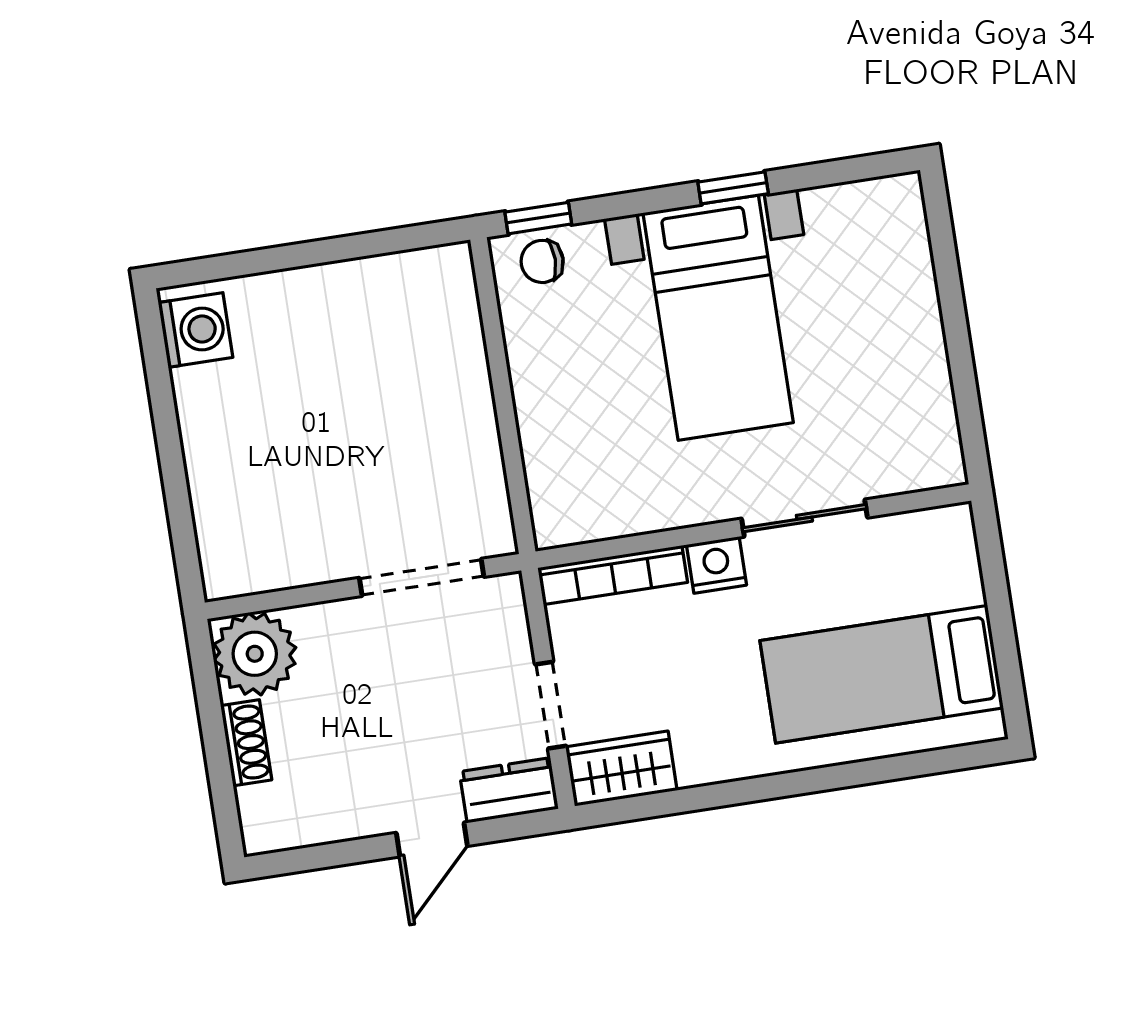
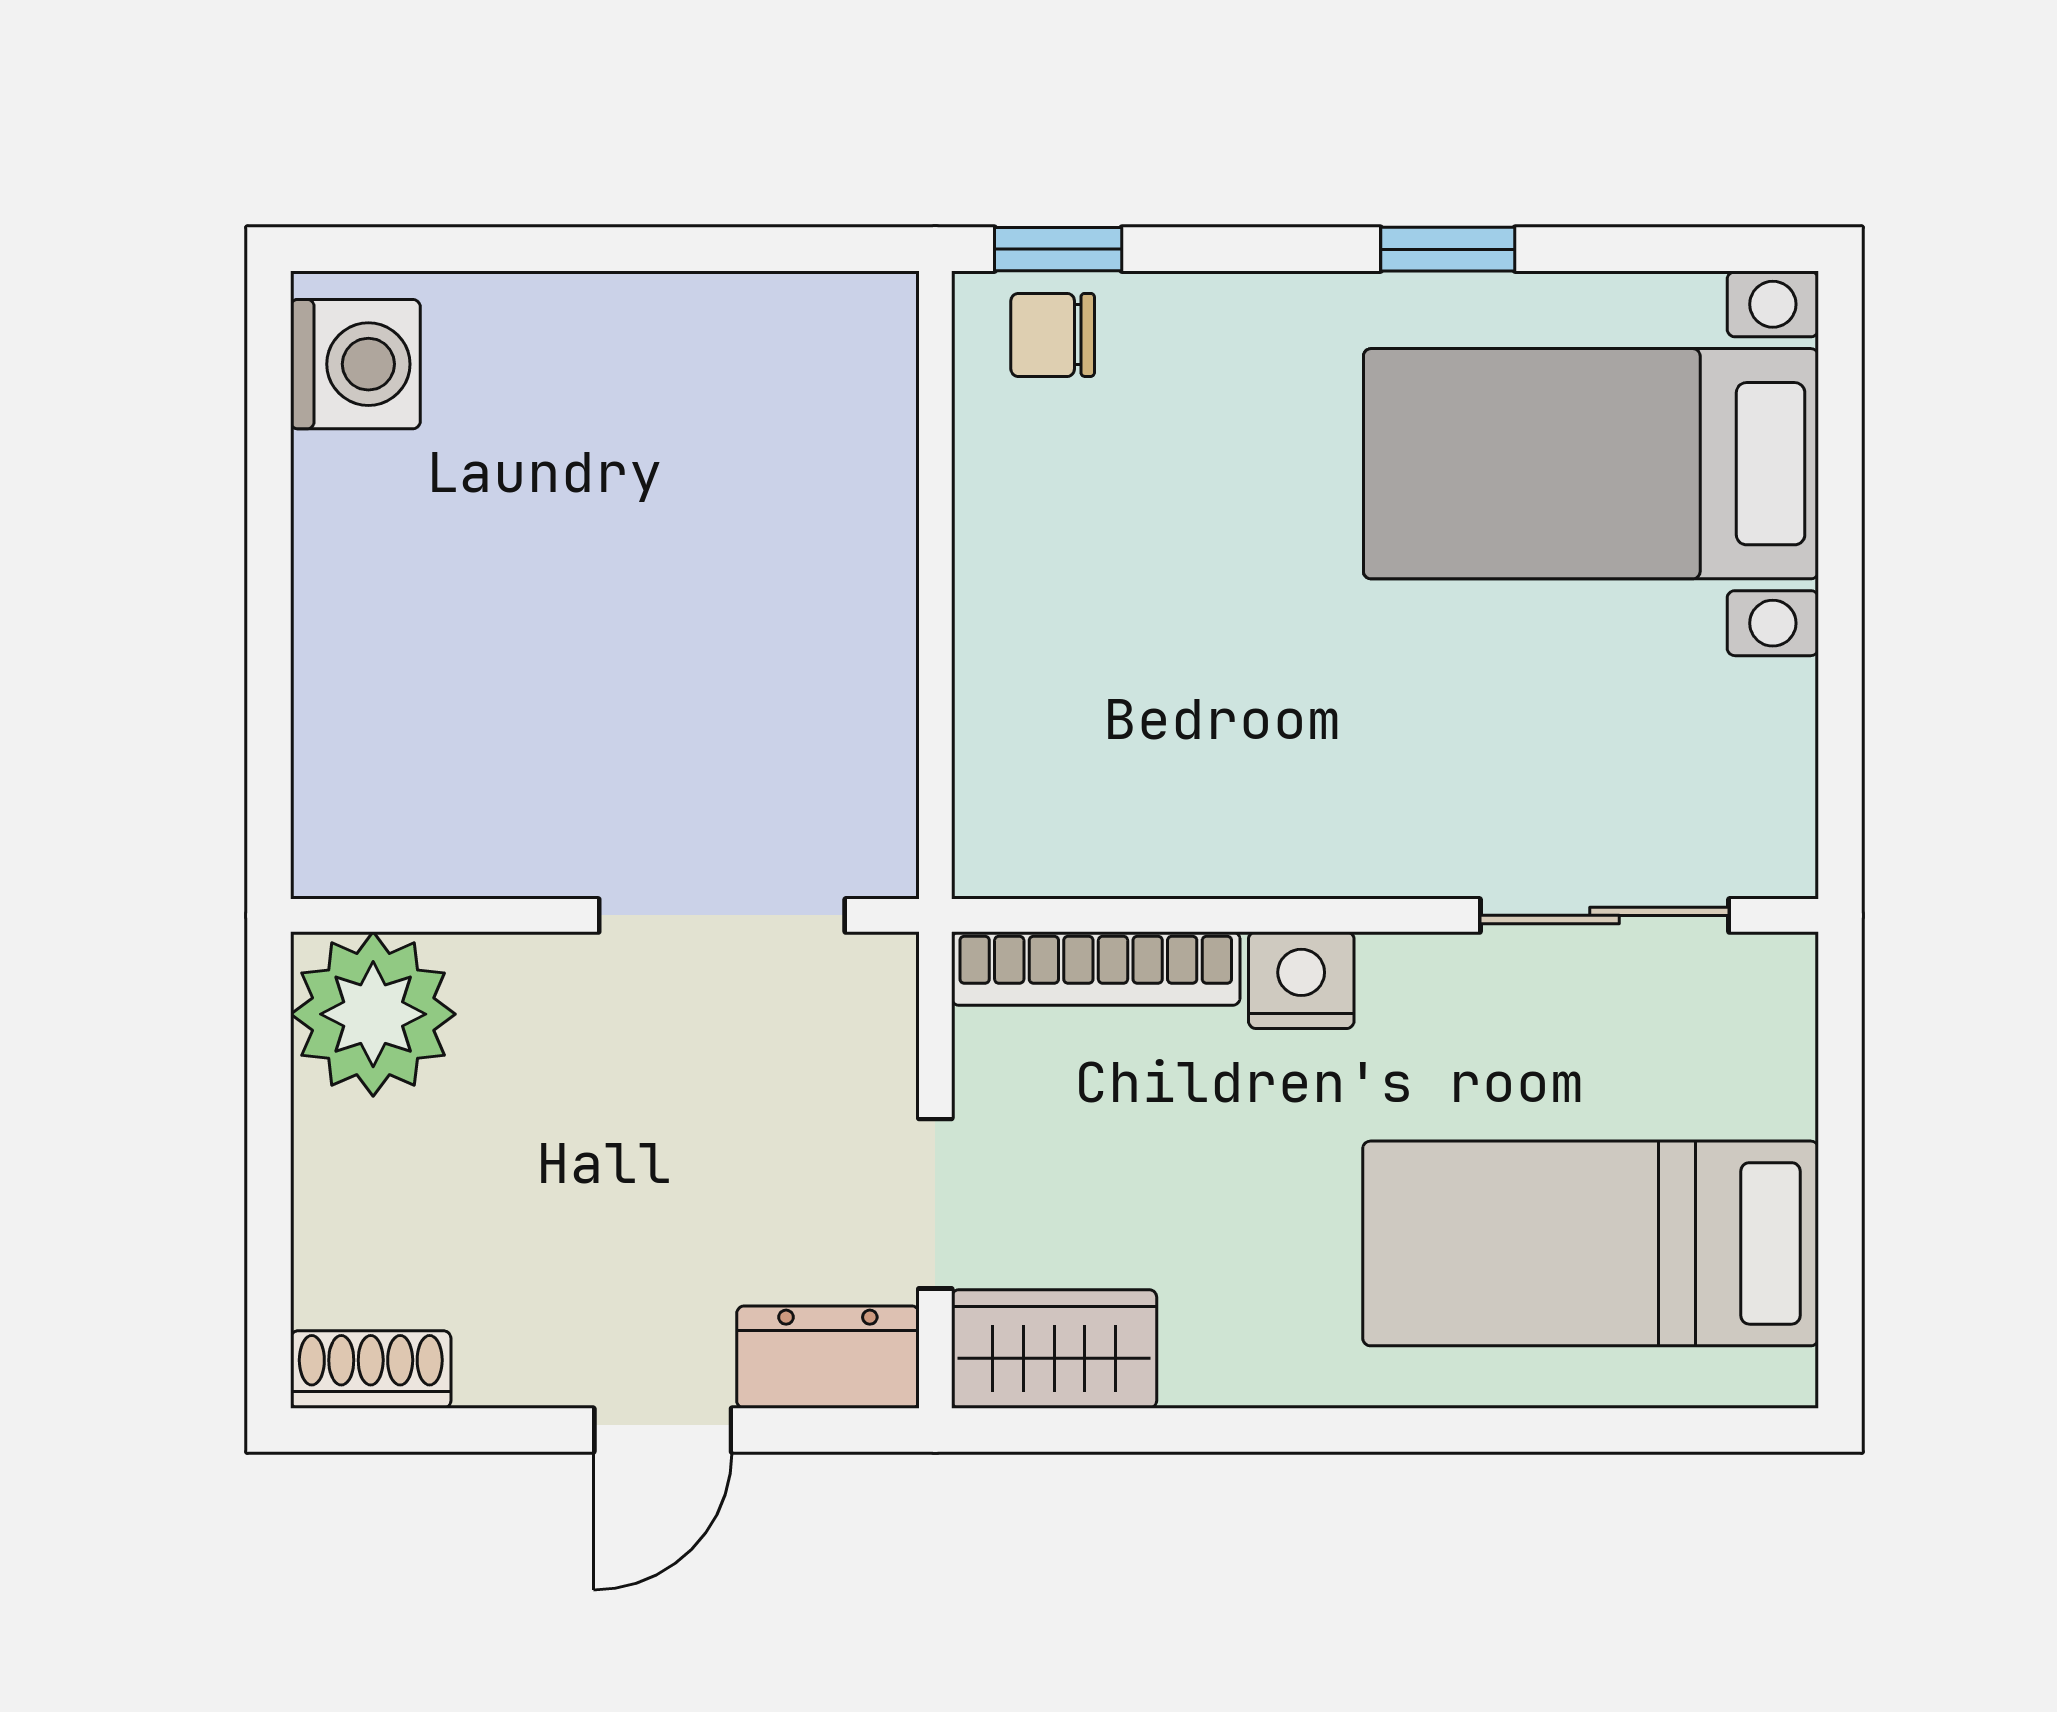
bed with nightstands: (718, 318) -> (1591, 464), moved, turned 90
sliding door: (804, 518) -> (1604, 915), moved
shoe rack: (246, 743) -> (371, 1370), moved, turned -90

